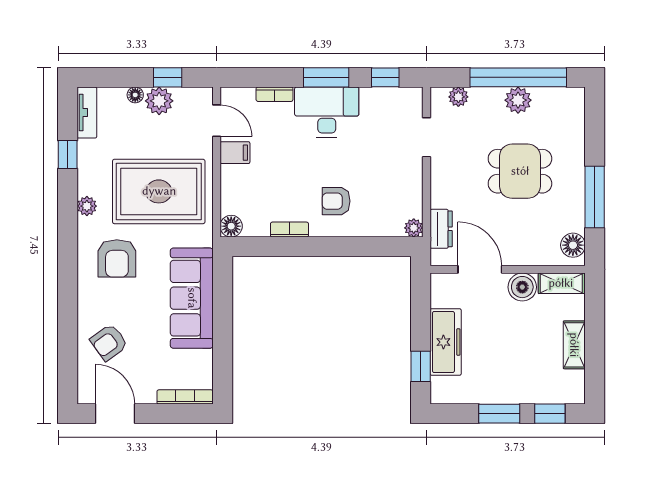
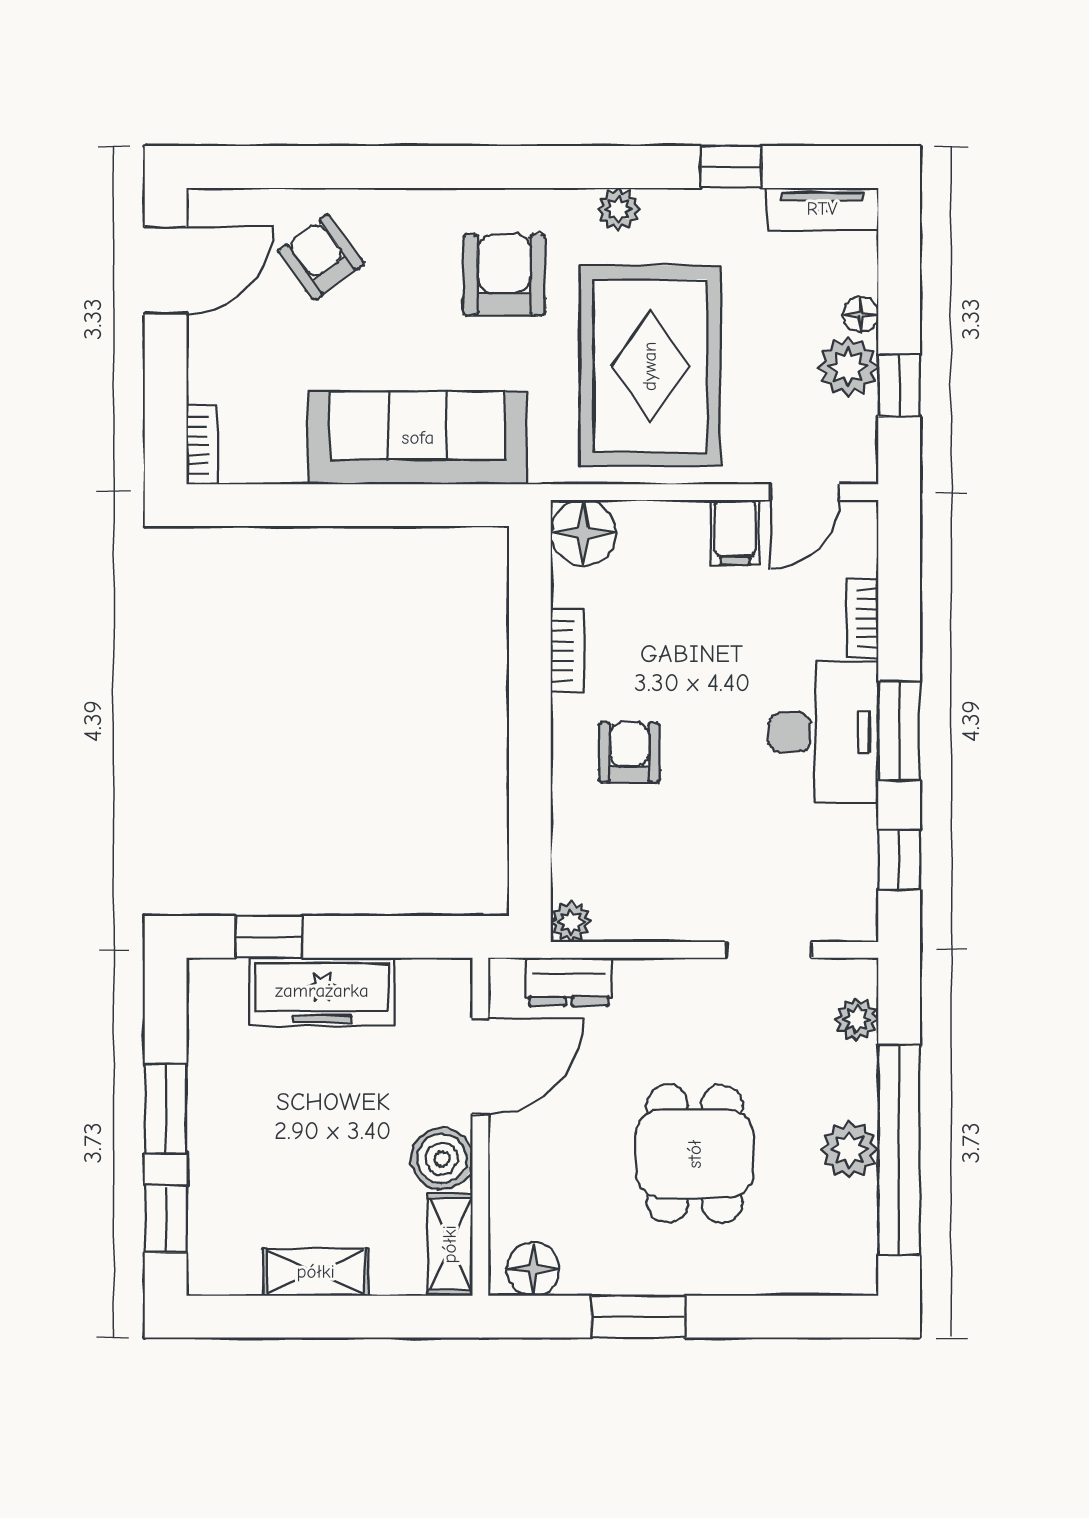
window: (595, 197) -> (638, 1317), width x0.69
floor lamp: (231, 226) -> (584, 533), width x1.38, depth x1.38
armchair: (117, 258) -> (504, 275), turned 90
bookcase: (185, 397) -> (202, 445), width x0.64

